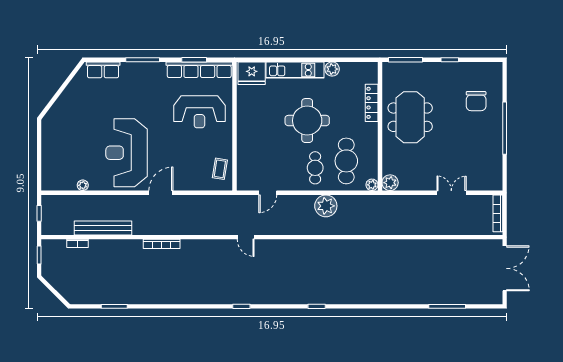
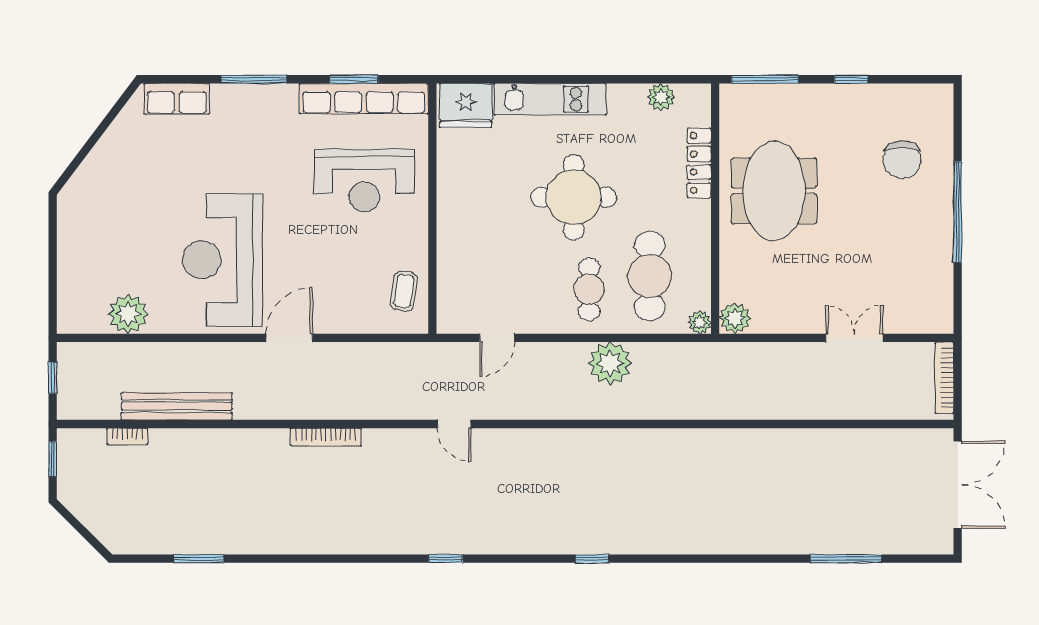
plant: (332, 69) -> (661, 97), moved
plant: (83, 185) -> (128, 314), width x1.88, depth x1.88
bookcase: (162, 244) -> (326, 437), moved

